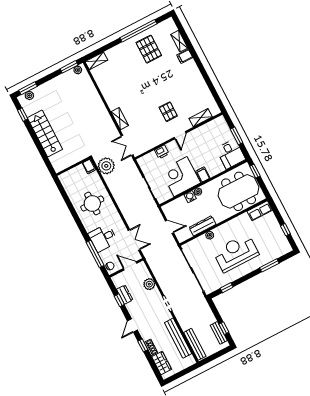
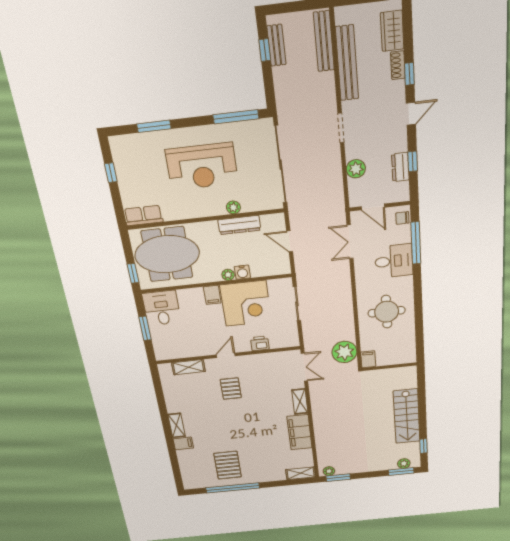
shelving: (179, 41) -> (177, 425), moved
filing cabinet: (111, 94) -> (300, 432), added
window: (227, 288) -> (236, 117), width x2.17

